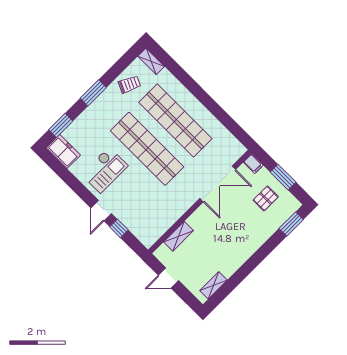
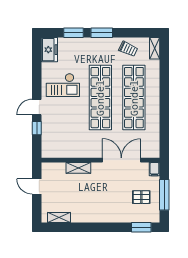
window: (61, 125) -> (74, 33), moved
window: (283, 177) -> (164, 195), width x1.44
double door: (218, 184) -> (121, 160), swing flipped
shelving: (179, 236) -> (78, 168), moved

